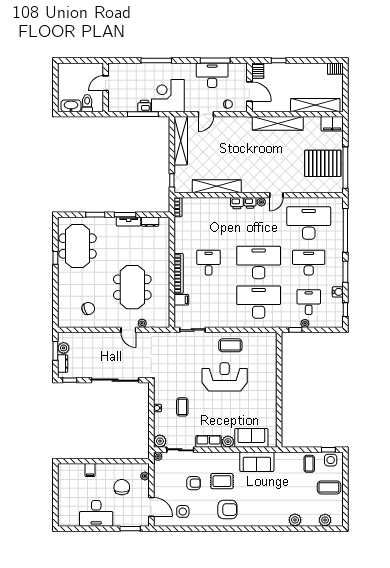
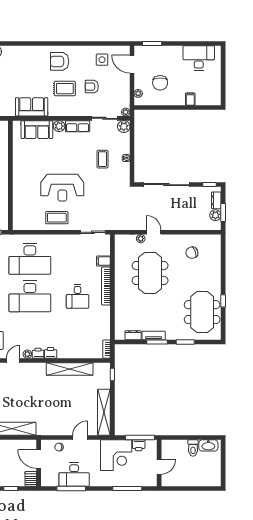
door: (106, 83) -> (159, 467), moved
wall: (106, 87) -> (159, 463), moved
desk: (96, 513) -> (199, 58), moved

